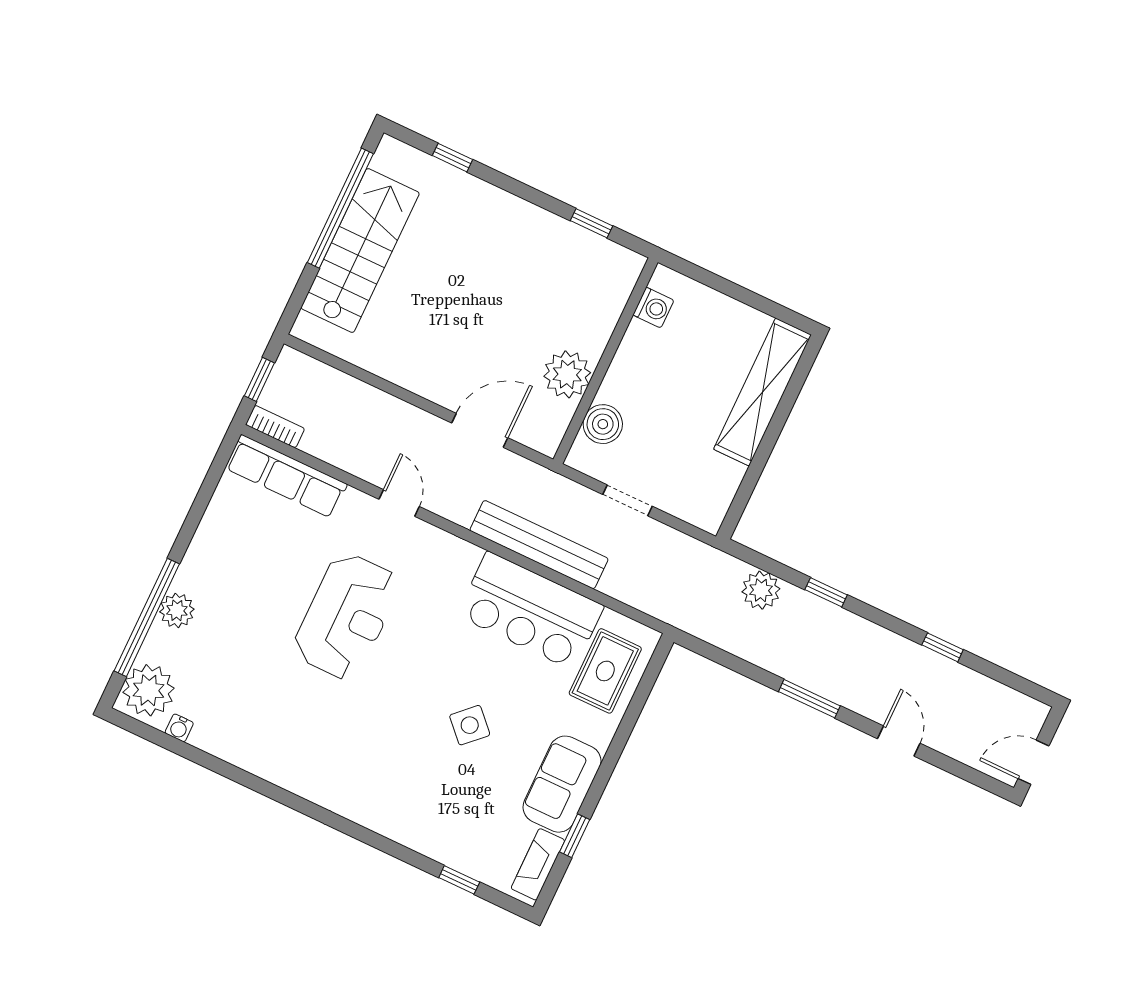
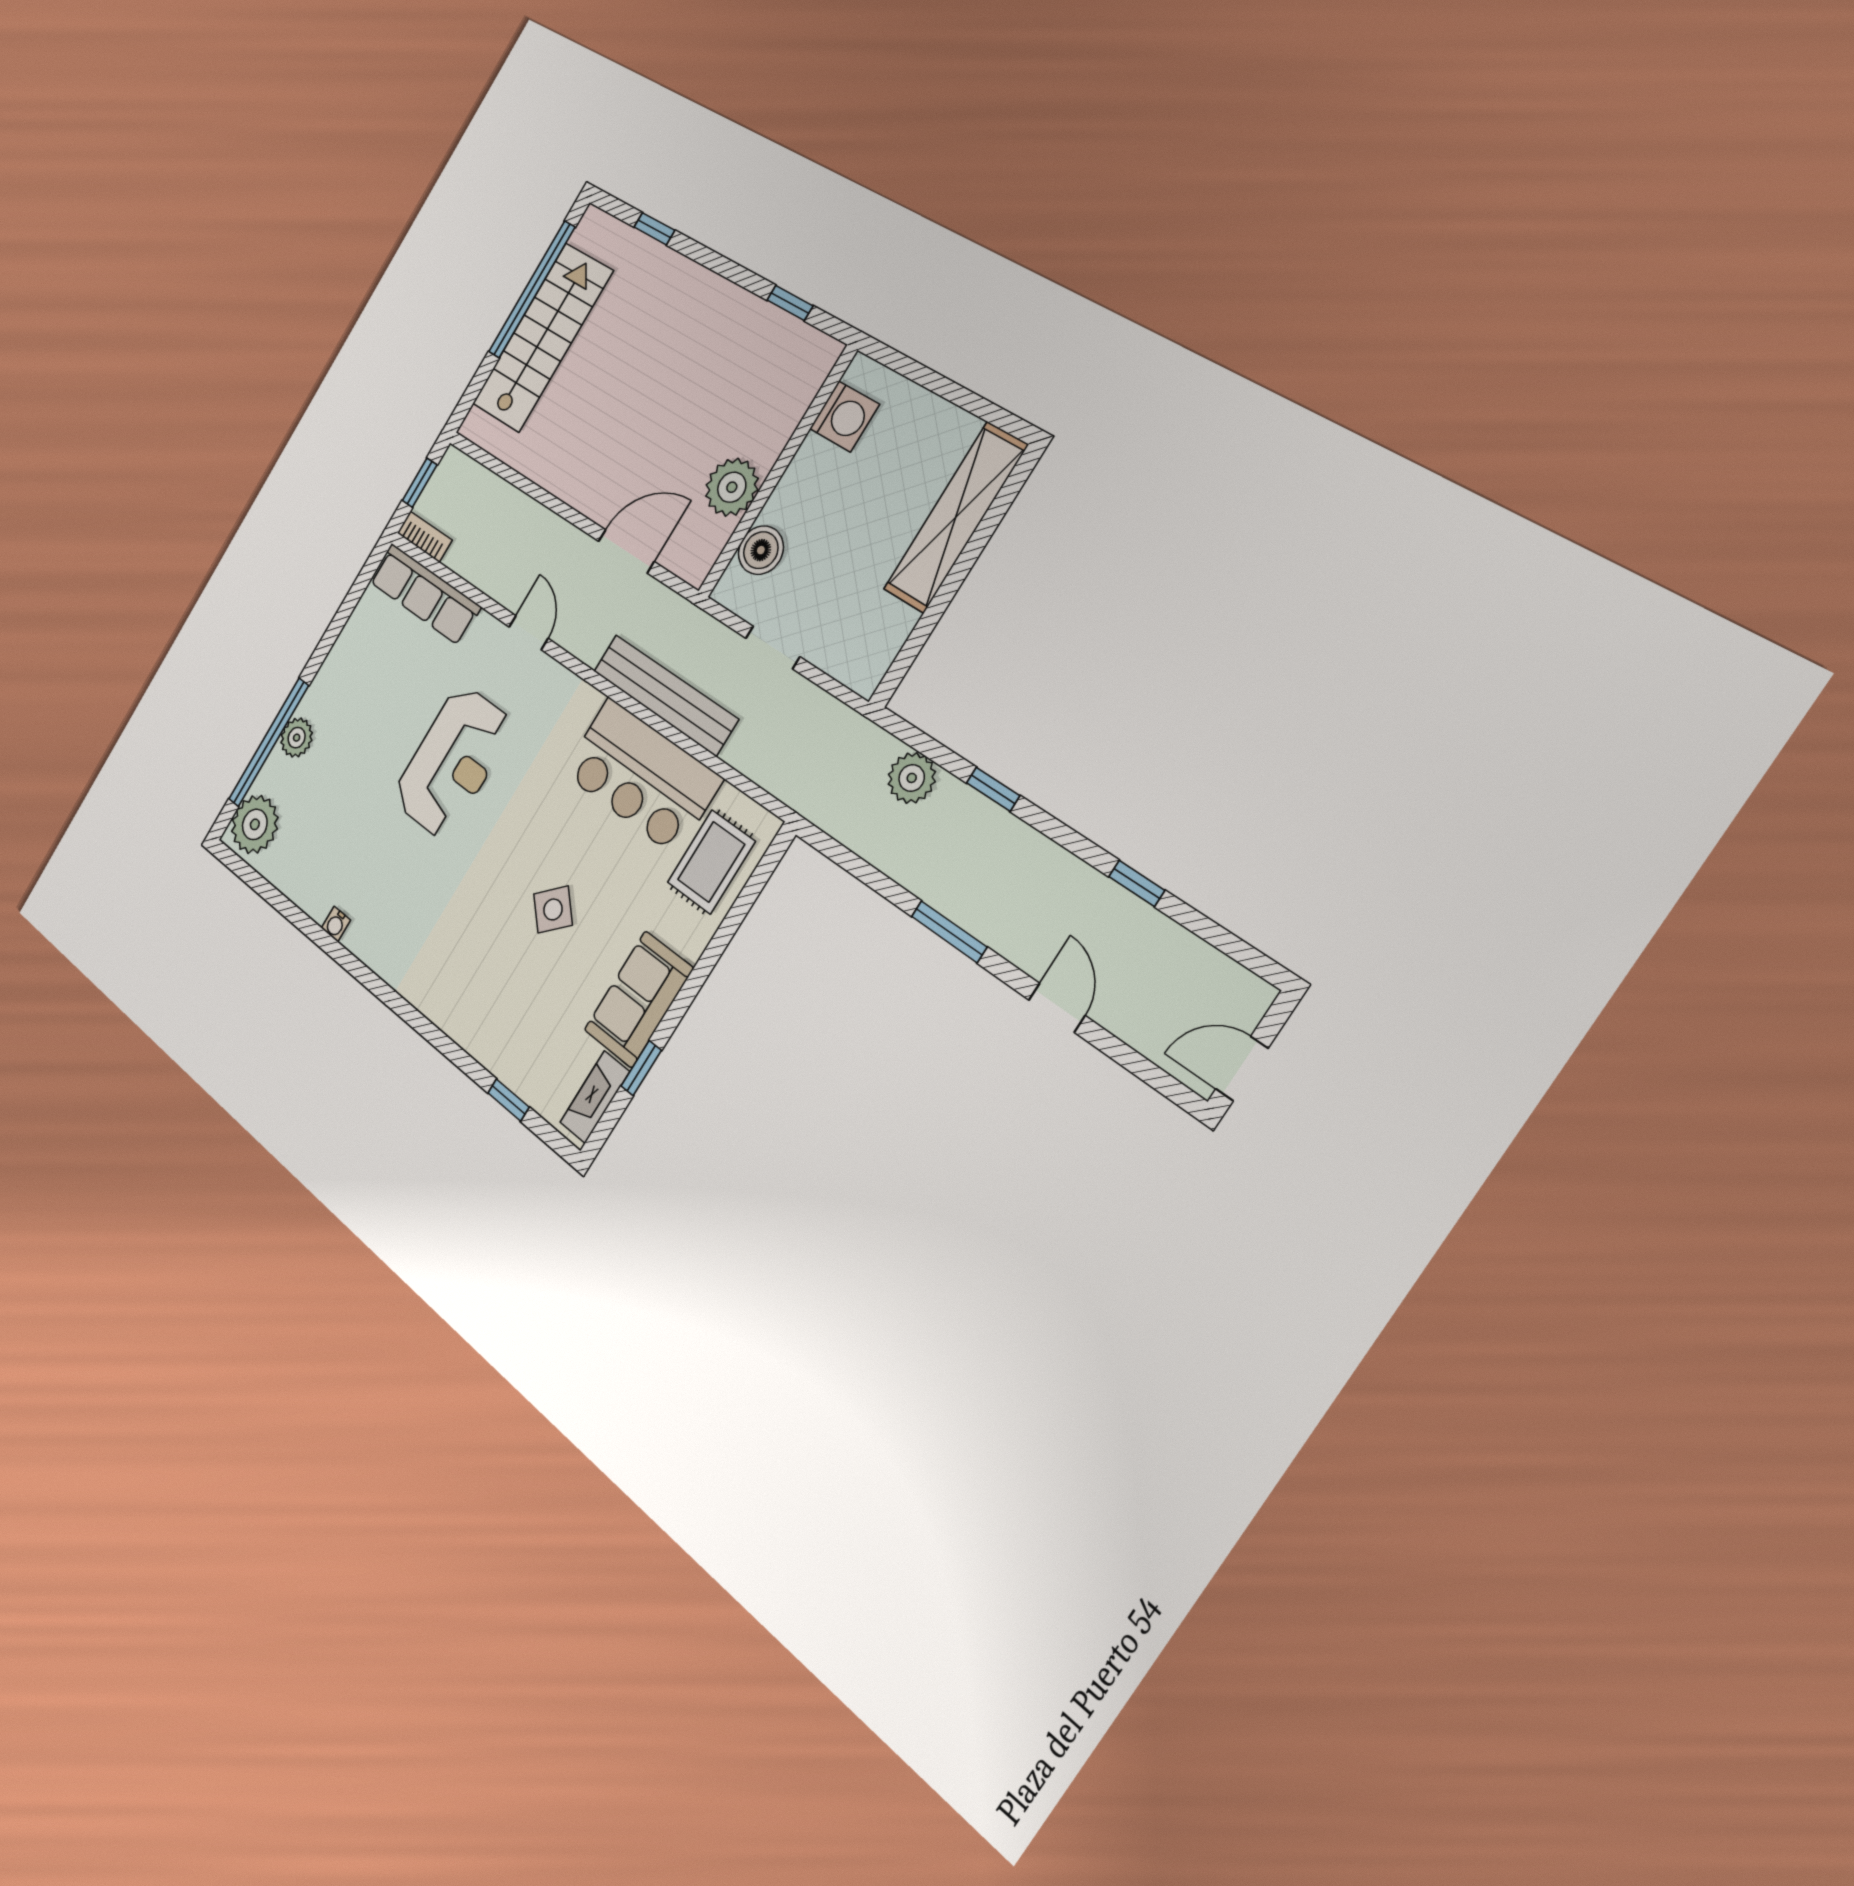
washing machine: (653, 308) -> (845, 416), width x1.38, depth x1.38
water cooler: (179, 728) -> (336, 924), moved

